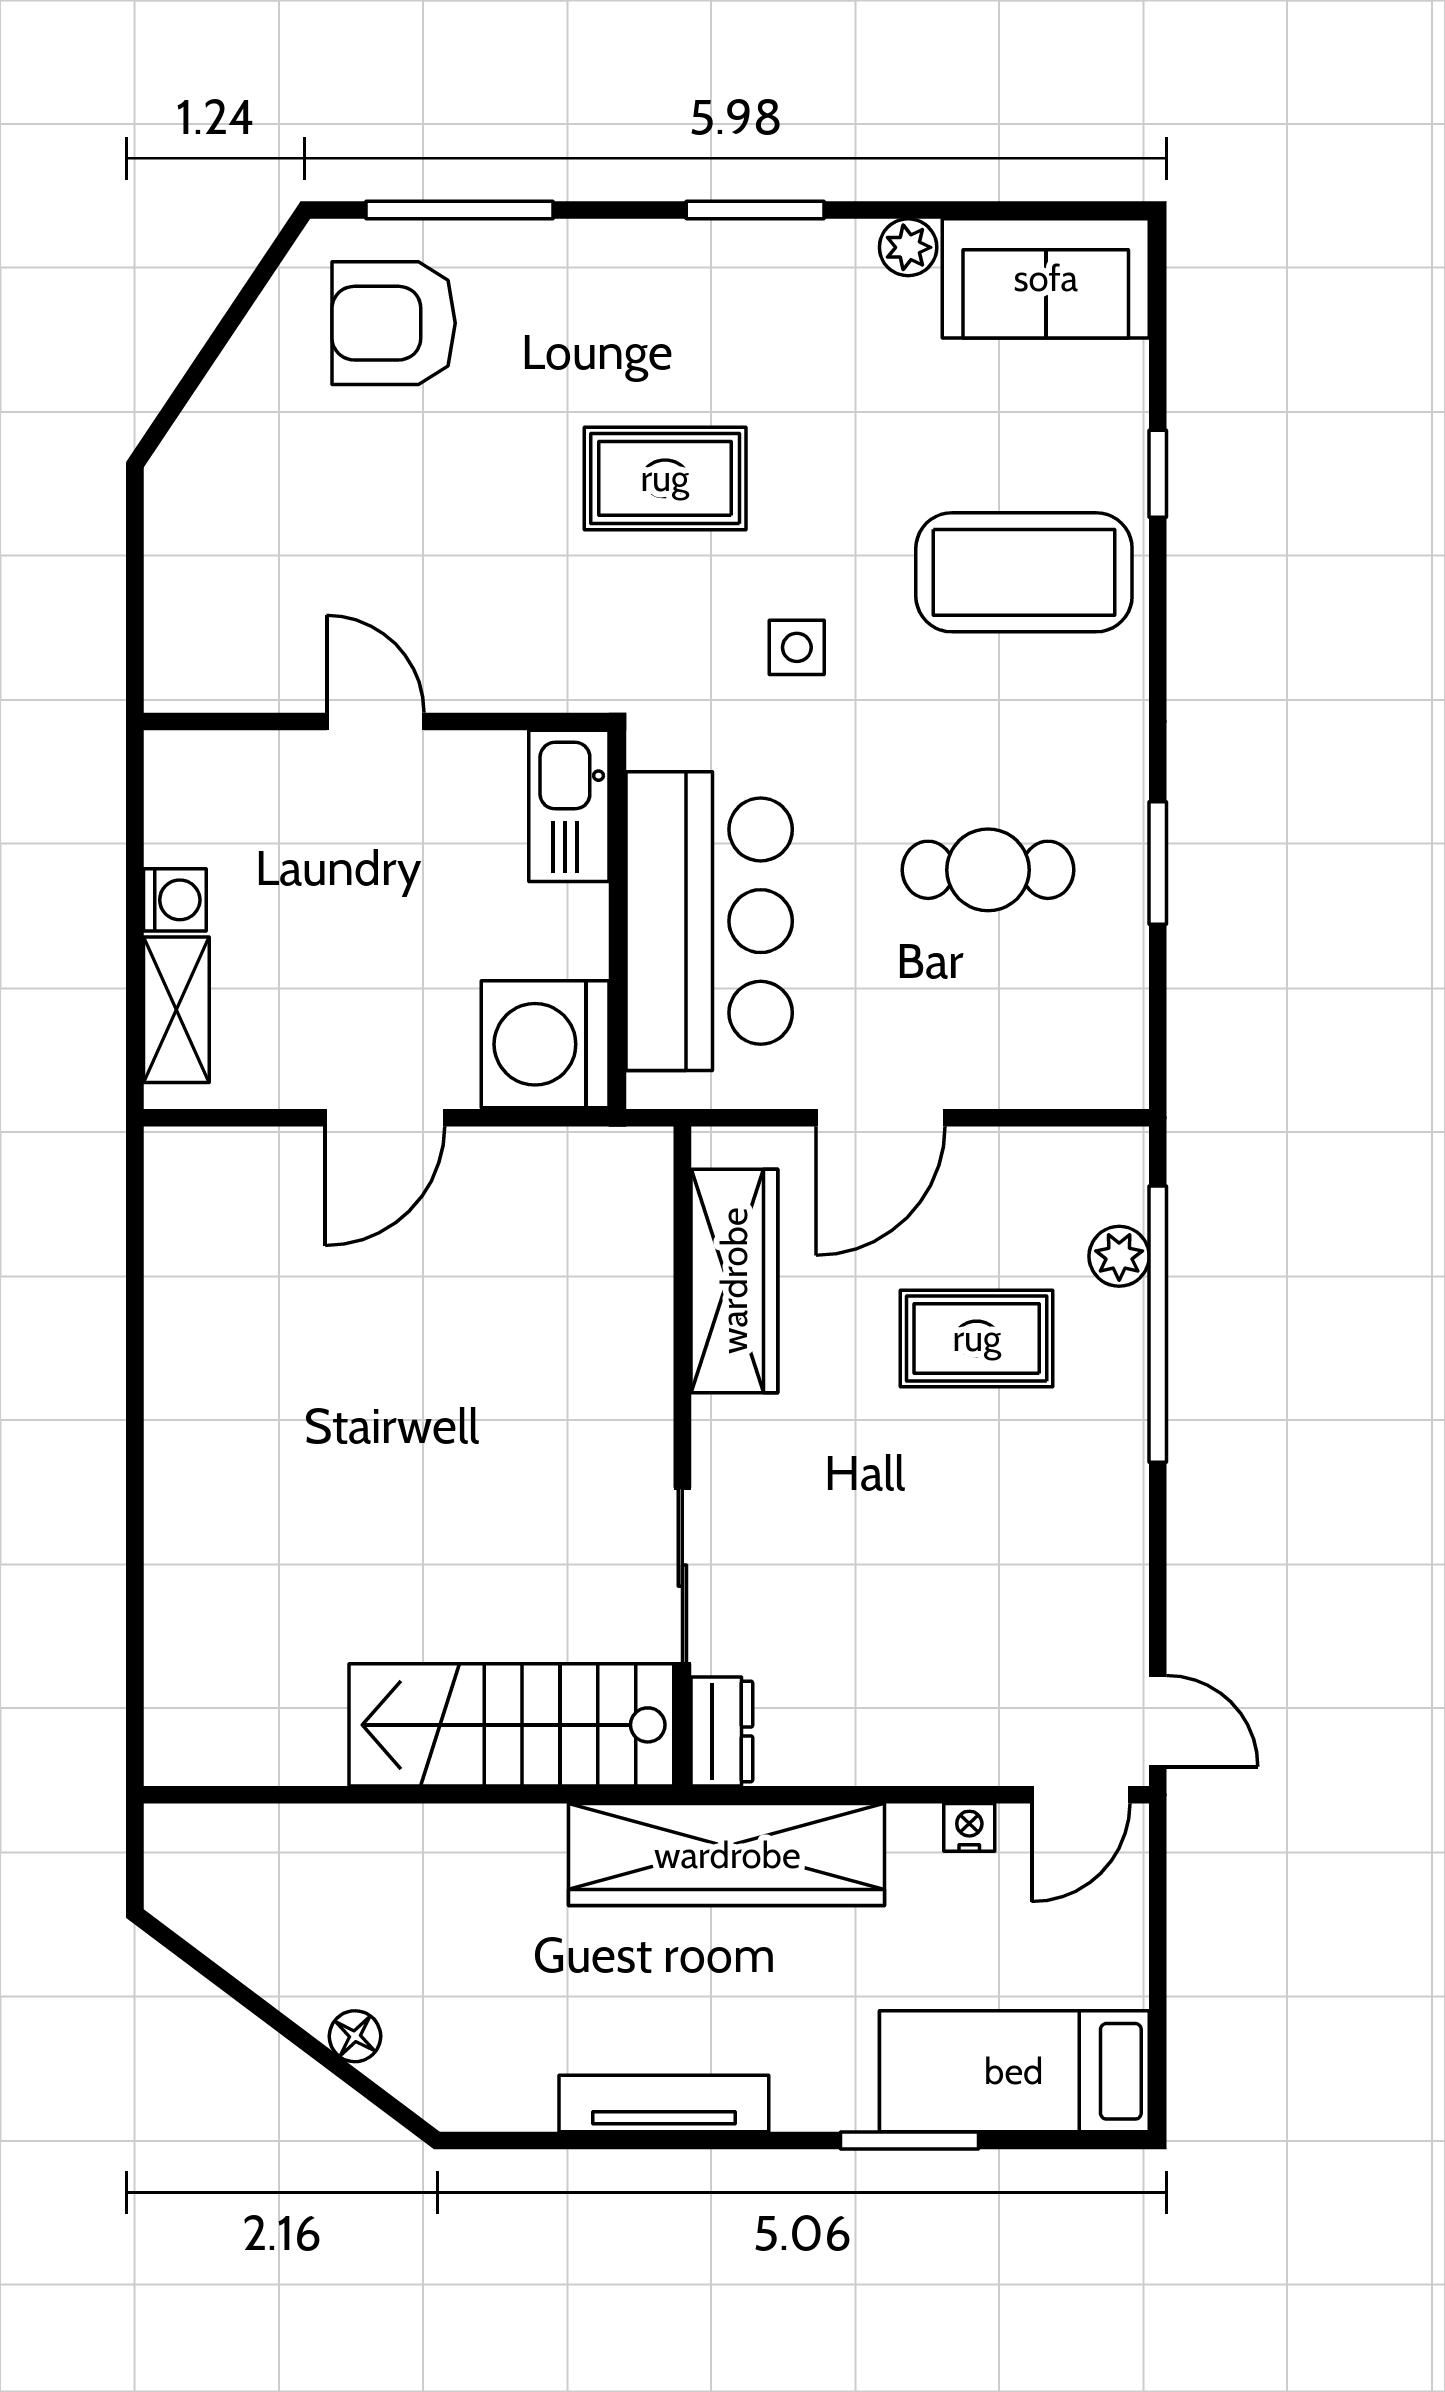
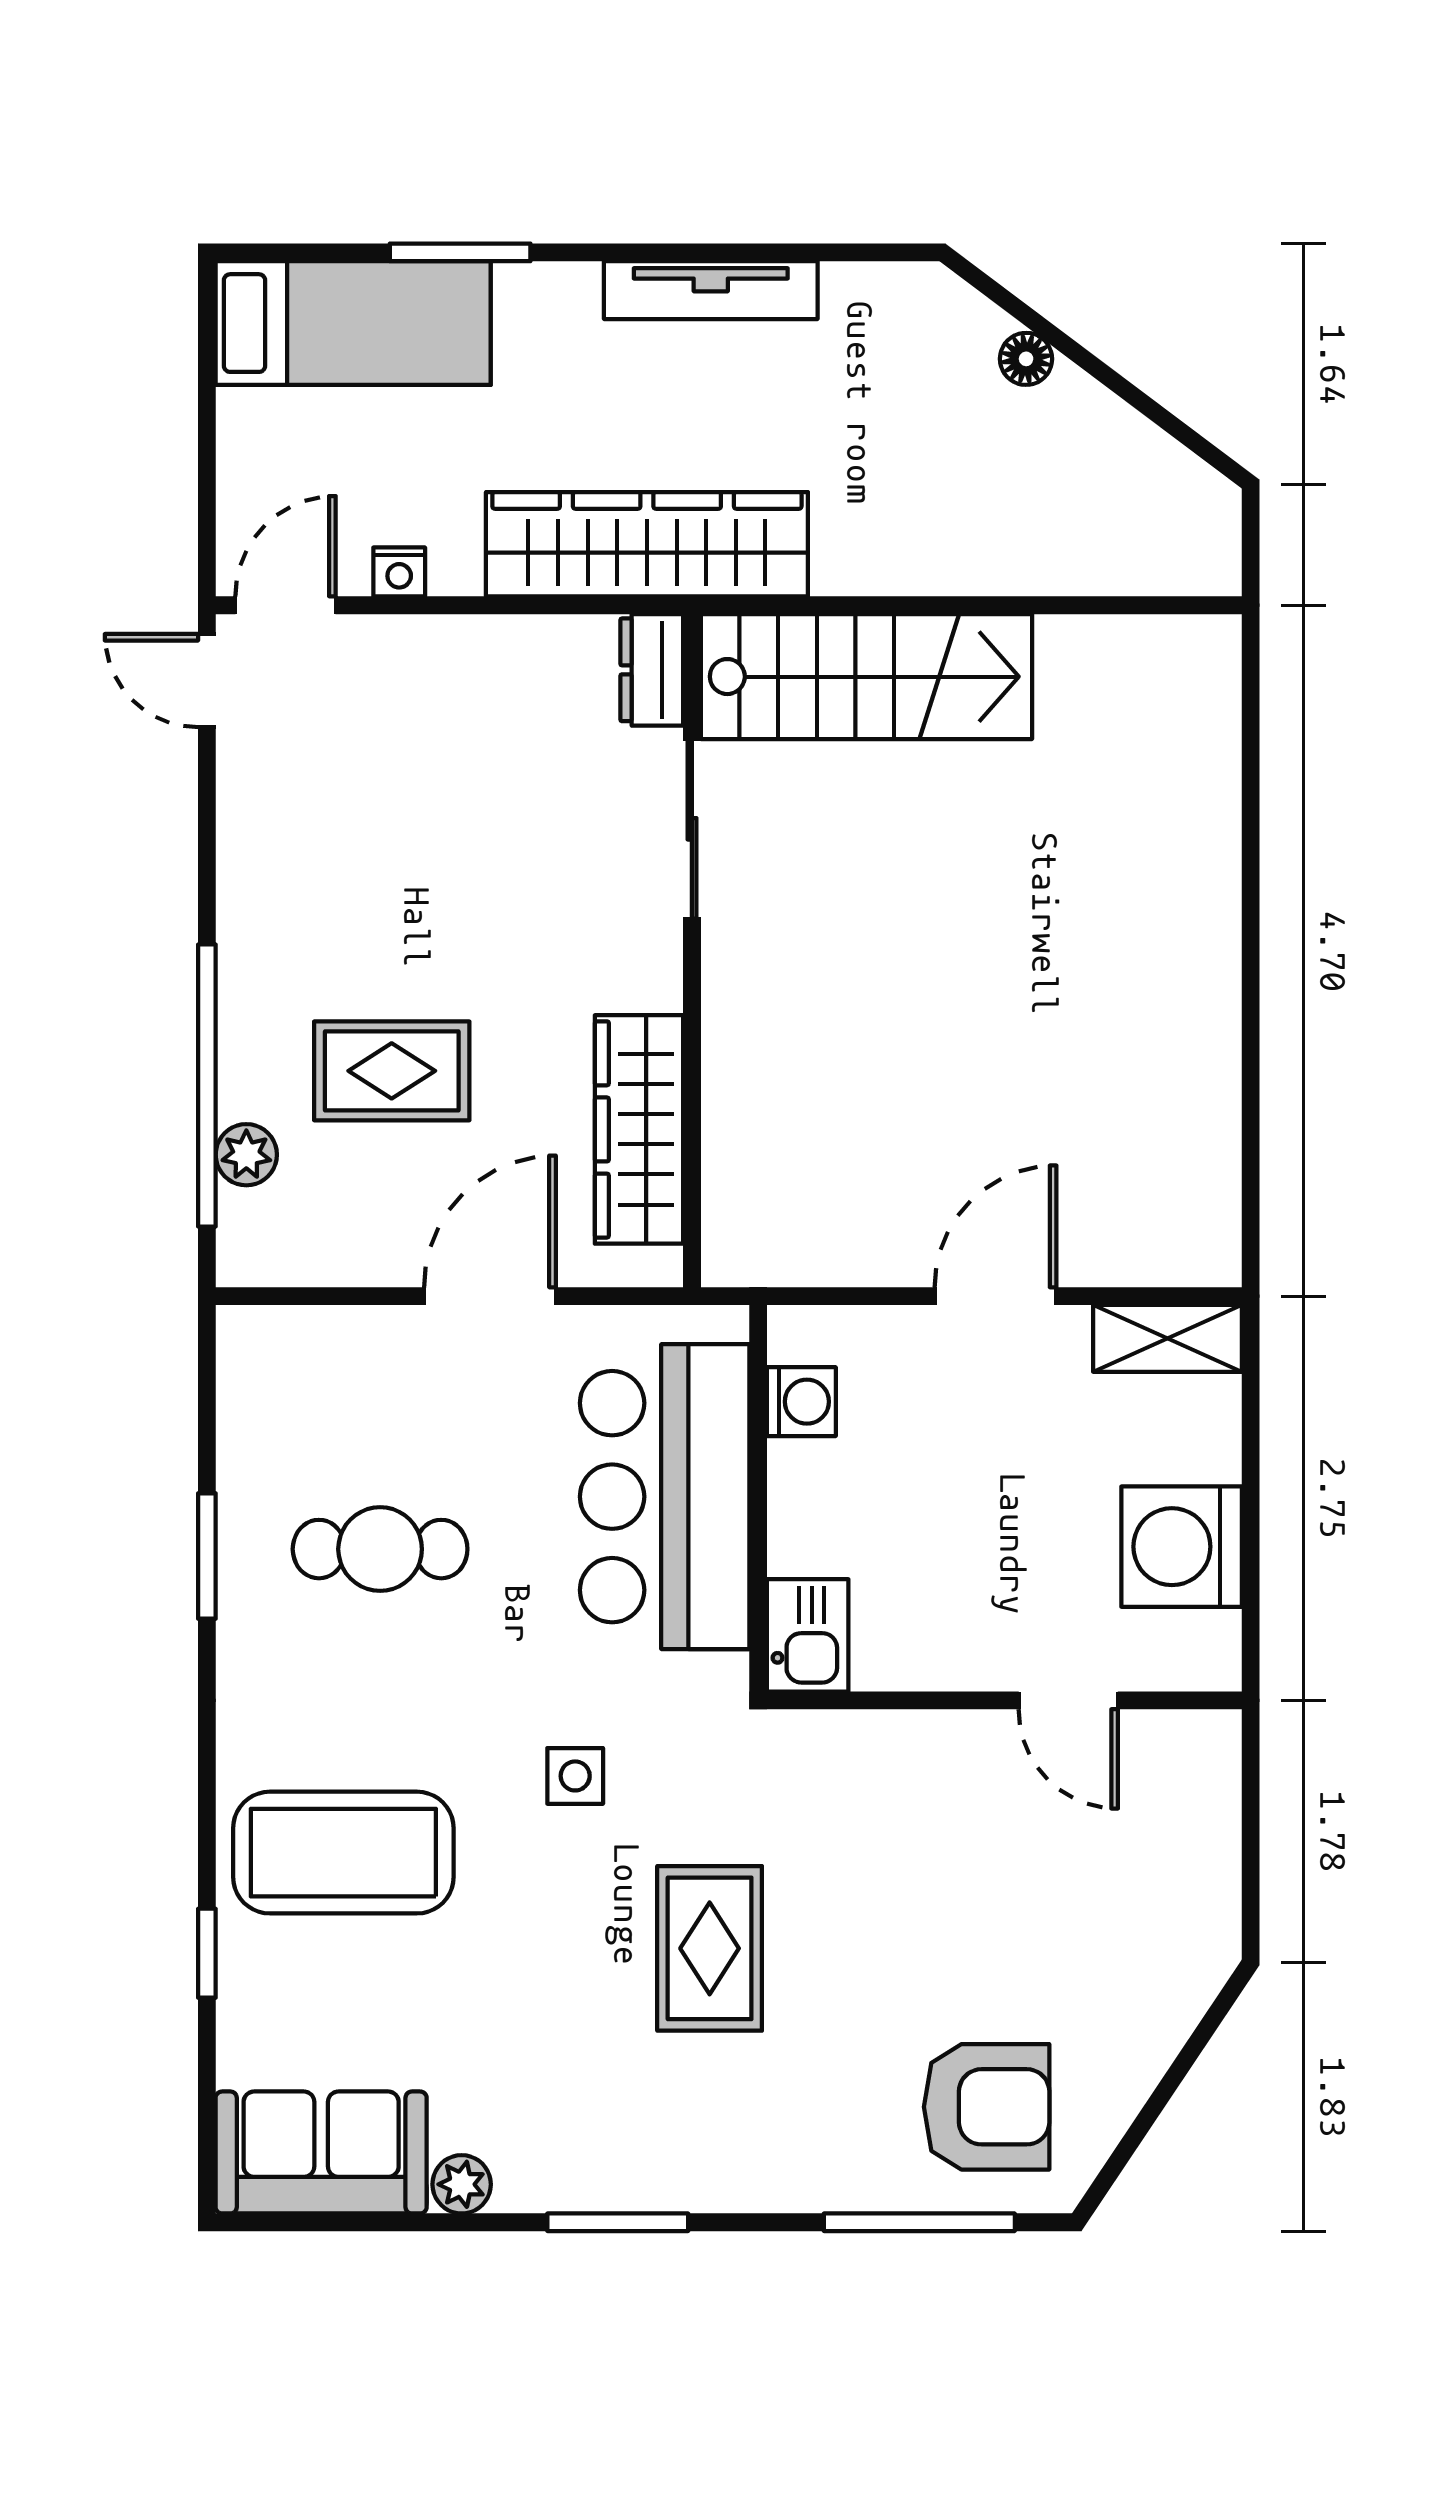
rug: (665, 478) -> (710, 1948), turned 90
door: (375, 721) -> (1068, 1700), moved
kitchen sink: (569, 806) -> (808, 1635), width x0.73
washing machine: (175, 900) -> (1182, 1547), width x1.89, depth x1.89
shelving: (176, 1010) -> (1167, 1338), moved, turned 90
washing machine: (545, 1044) -> (801, 1402), width x0.53, depth x0.53

